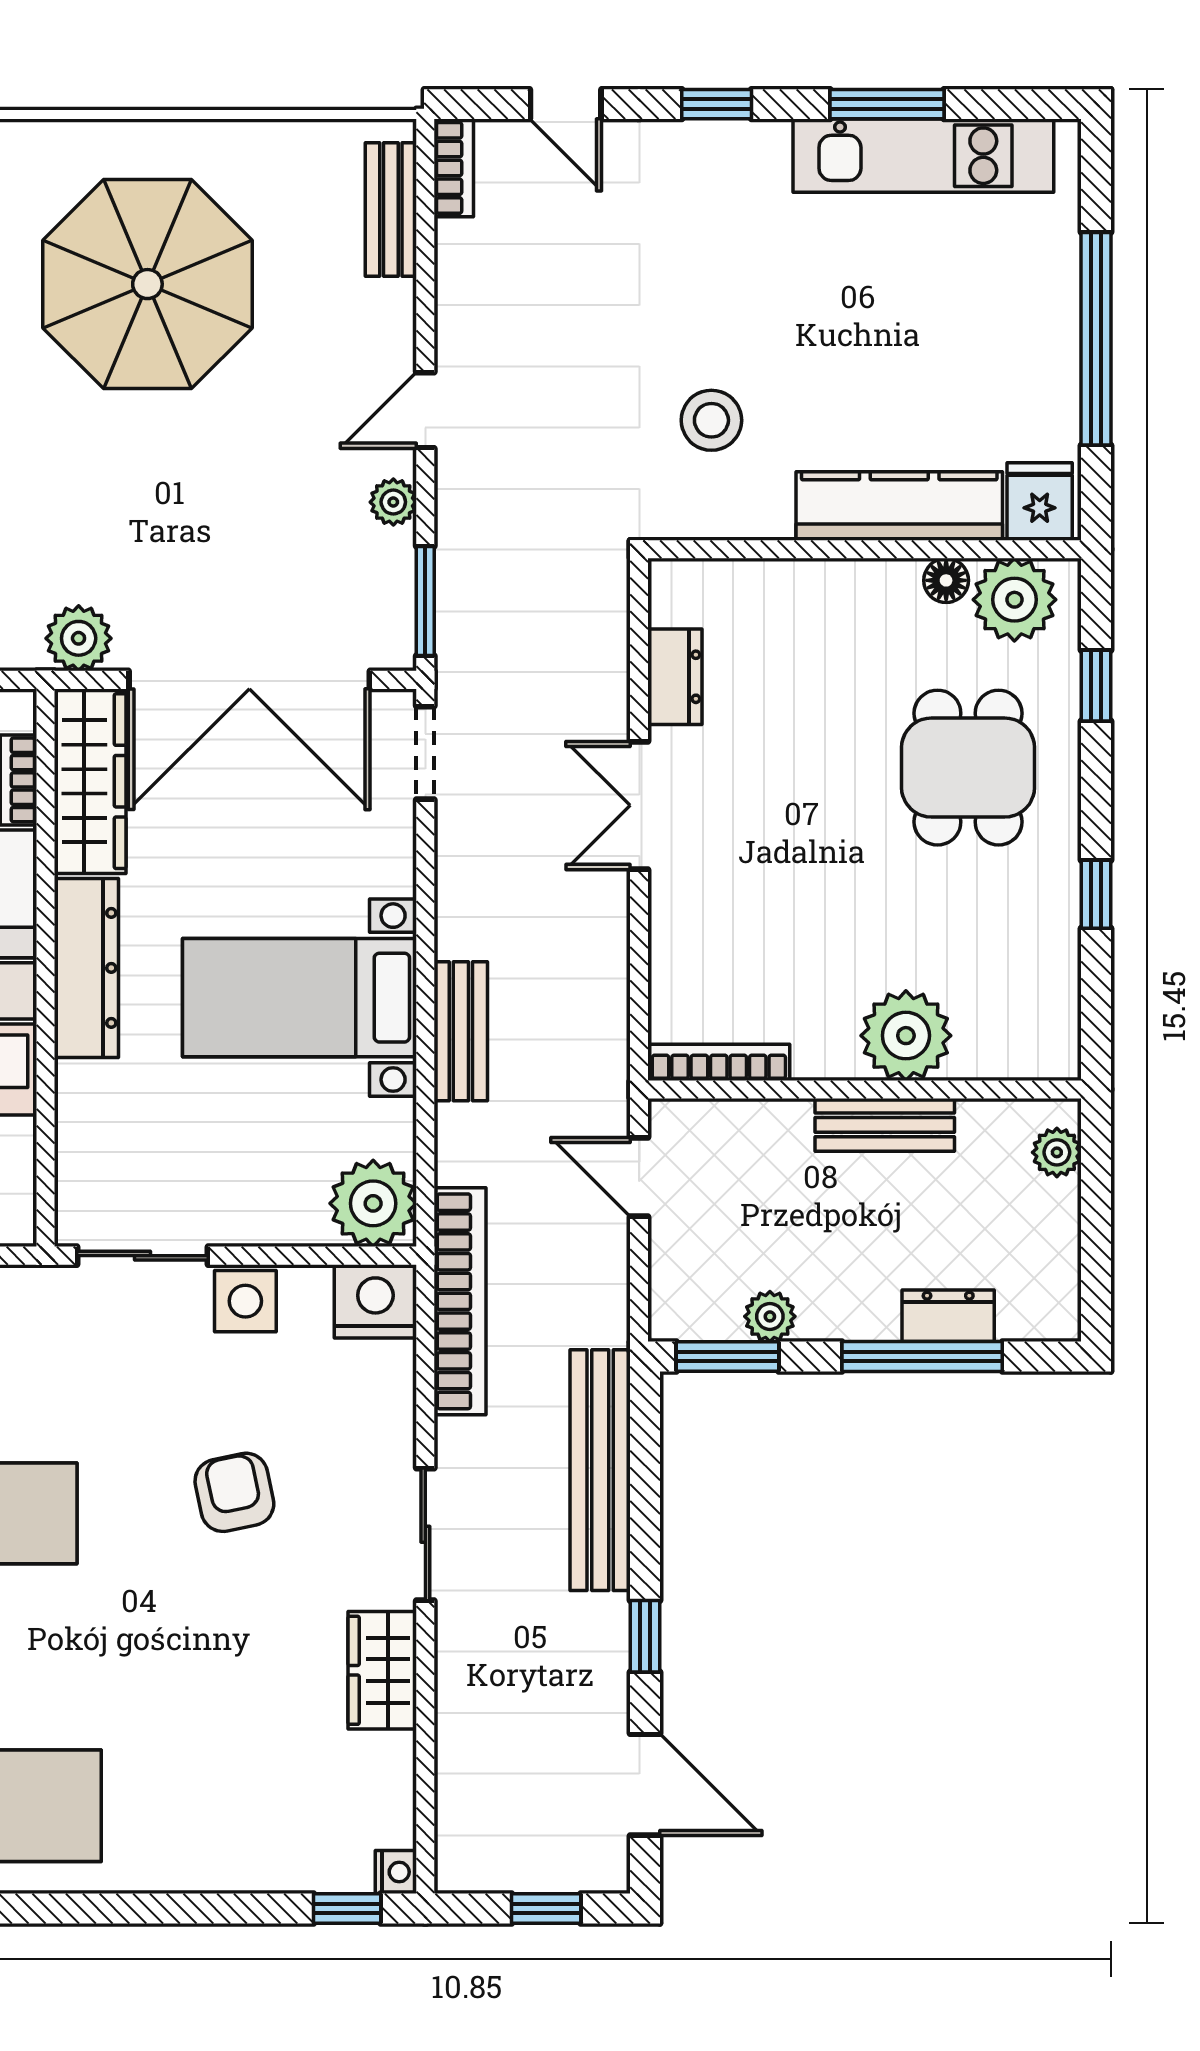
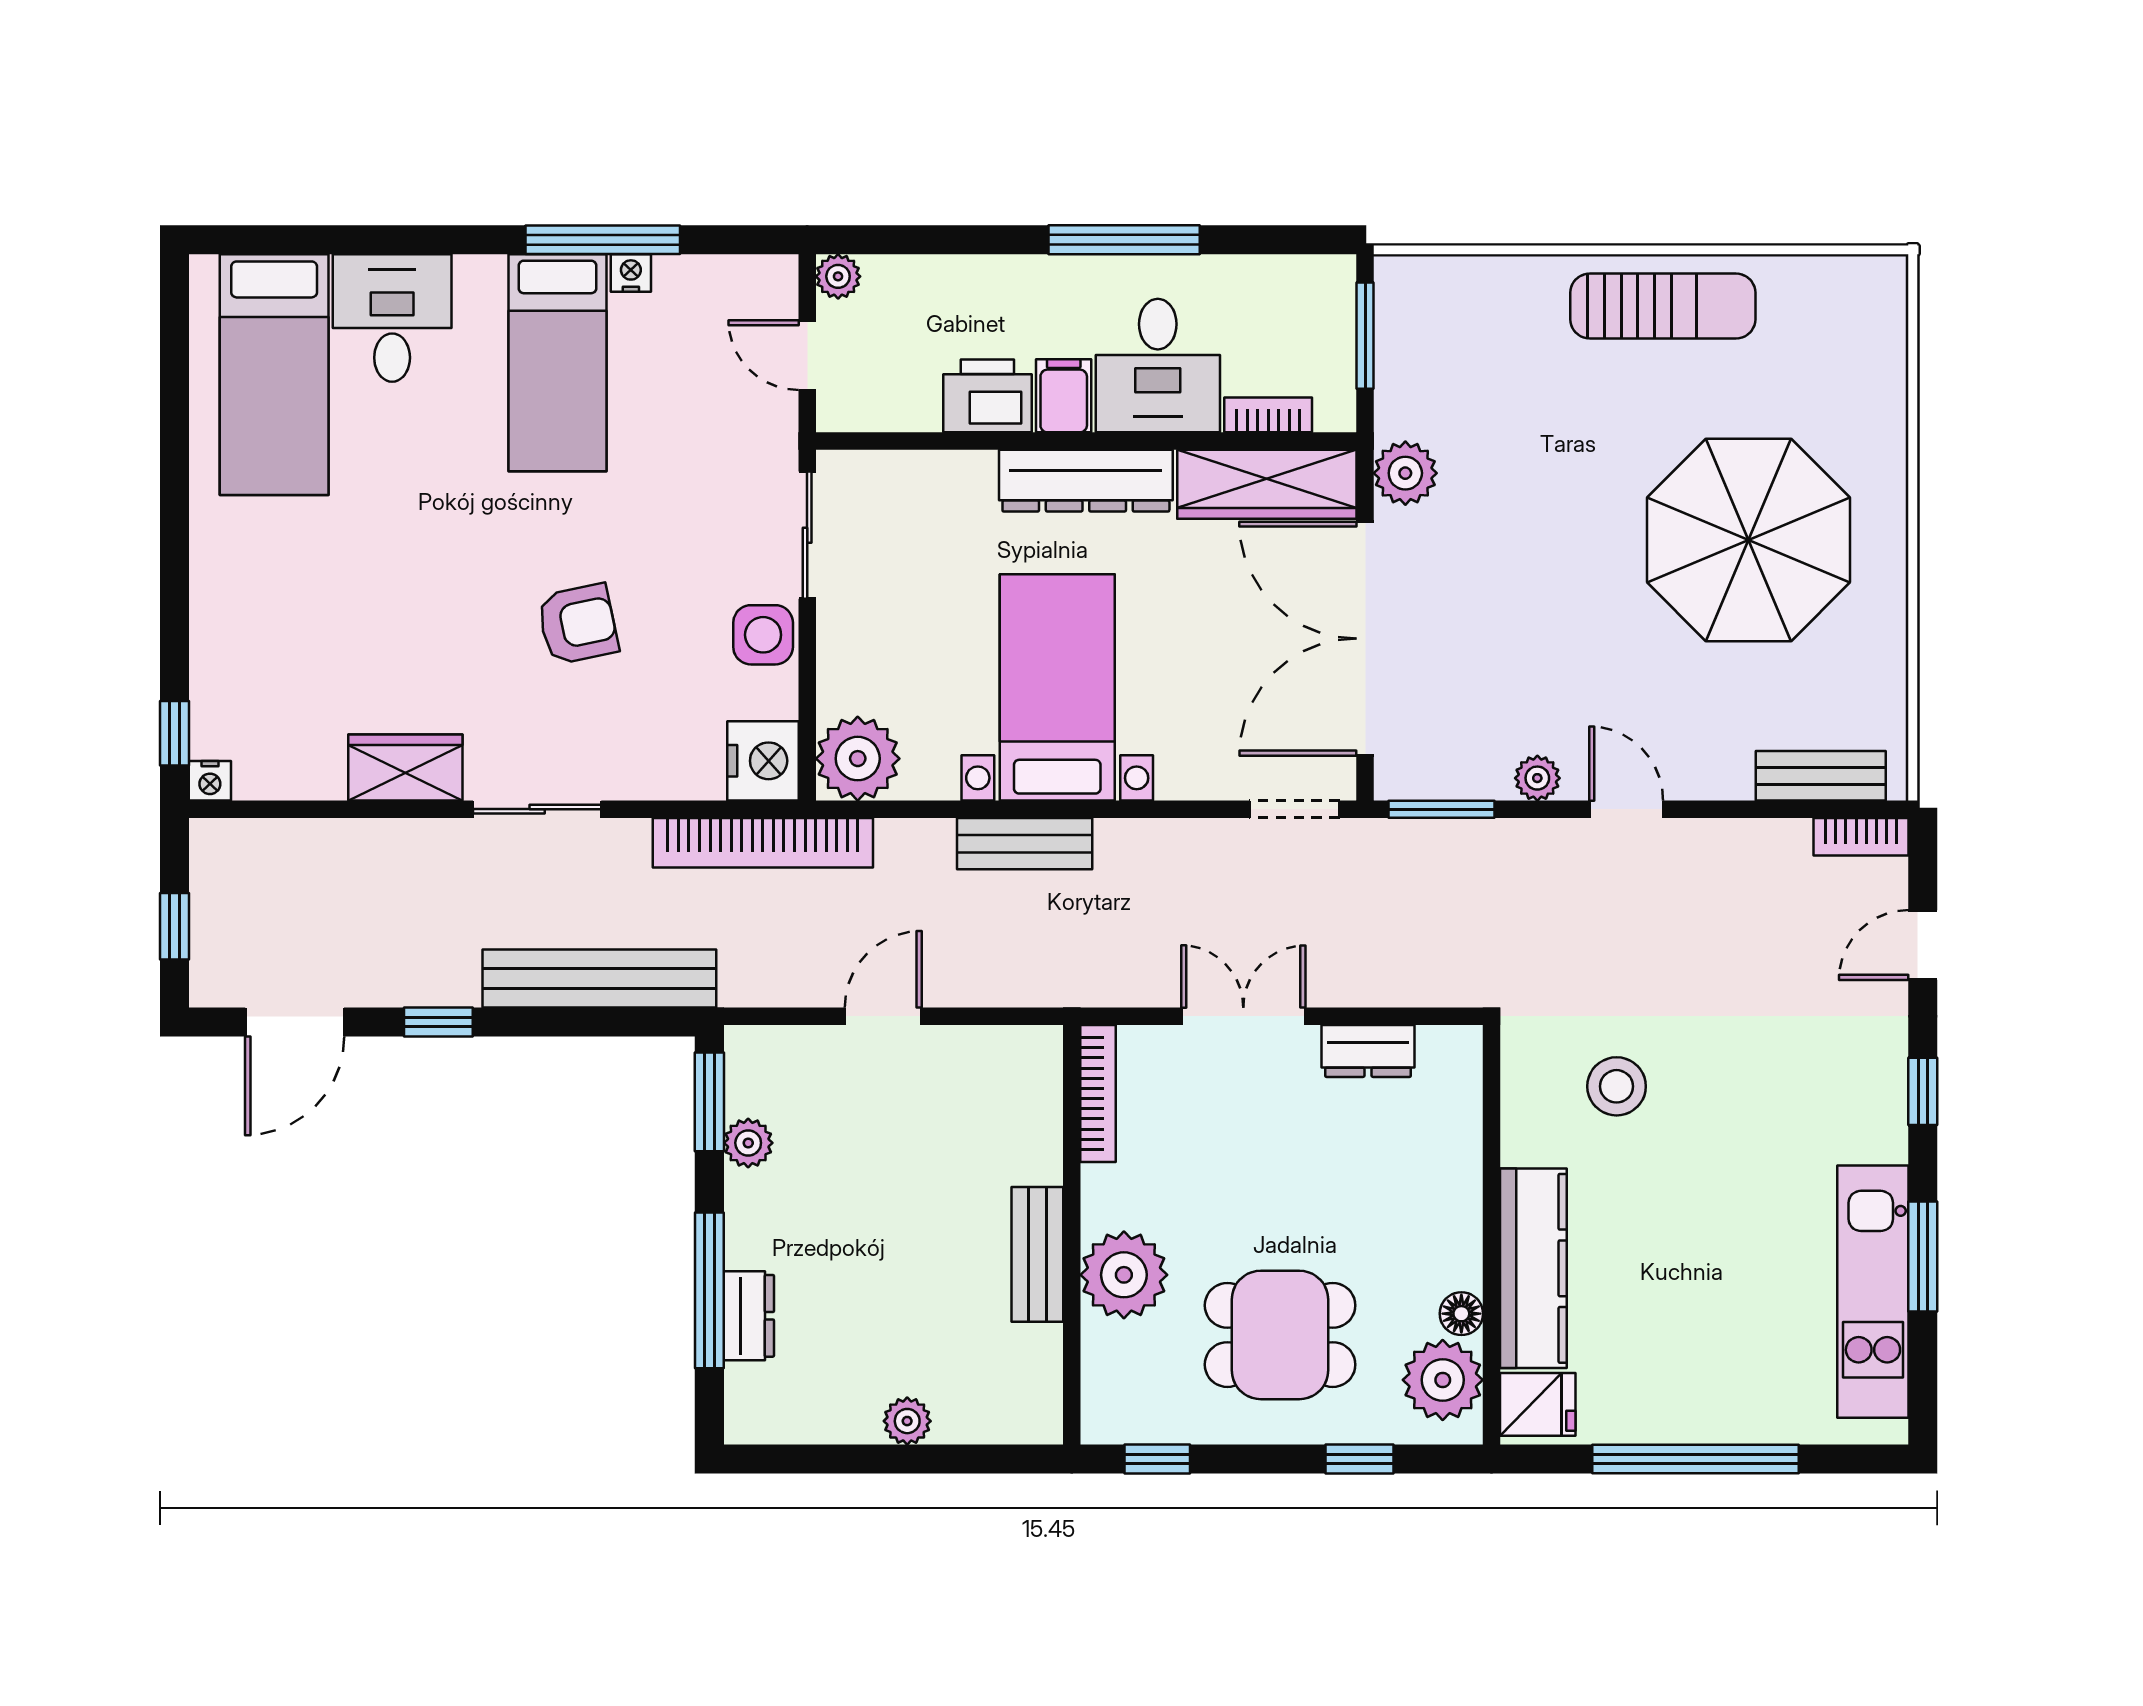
plant: (906, 1036) -> (1124, 1275), moved
bookcase: (719, 1062) -> (1098, 1094), moved
wall: (865, 1089) -> (1072, 1235), moved
bench: (885, 1125) -> (1037, 1254), moved

